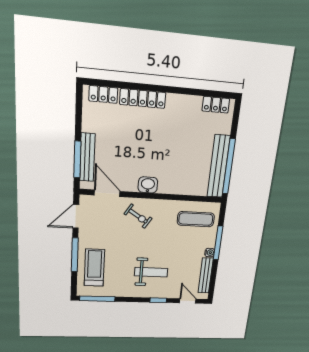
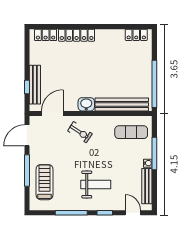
window: (77, 159) -> (27, 87), width x0.46
bench: (218, 166) -> (122, 105), moved, turned 90
door: (107, 193) -> (52, 114), hinge flipped
window: (97, 299) -> (71, 213), moved

